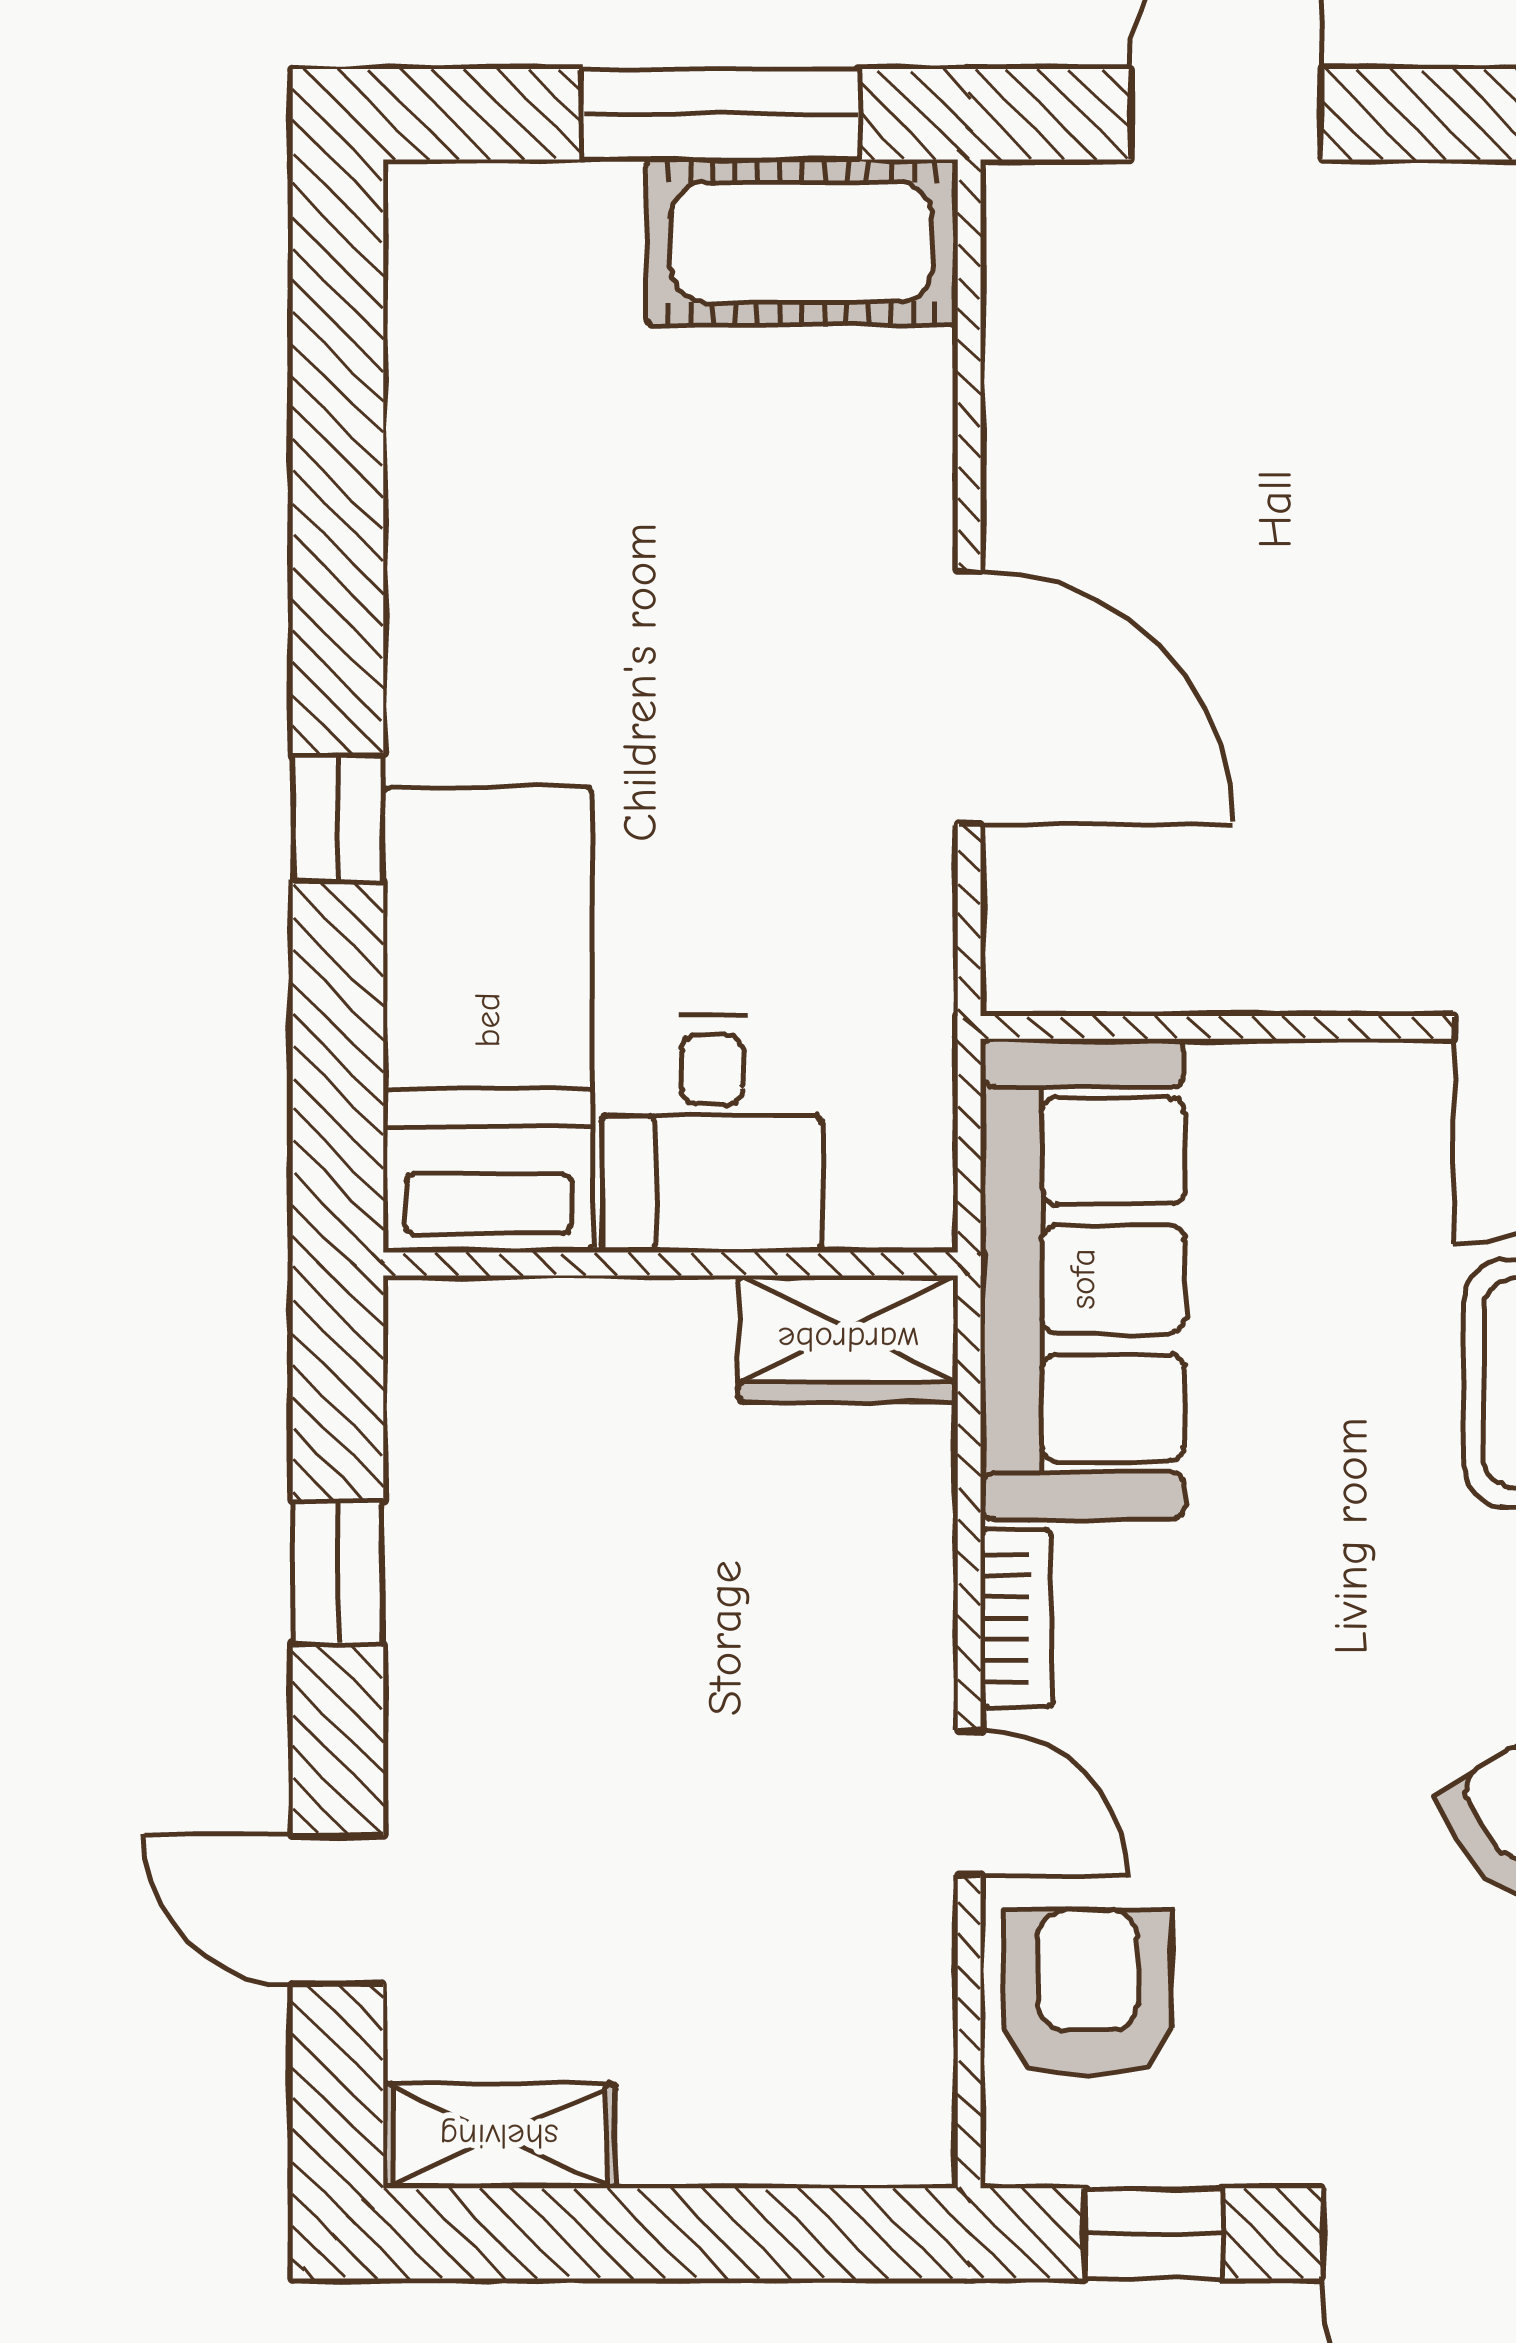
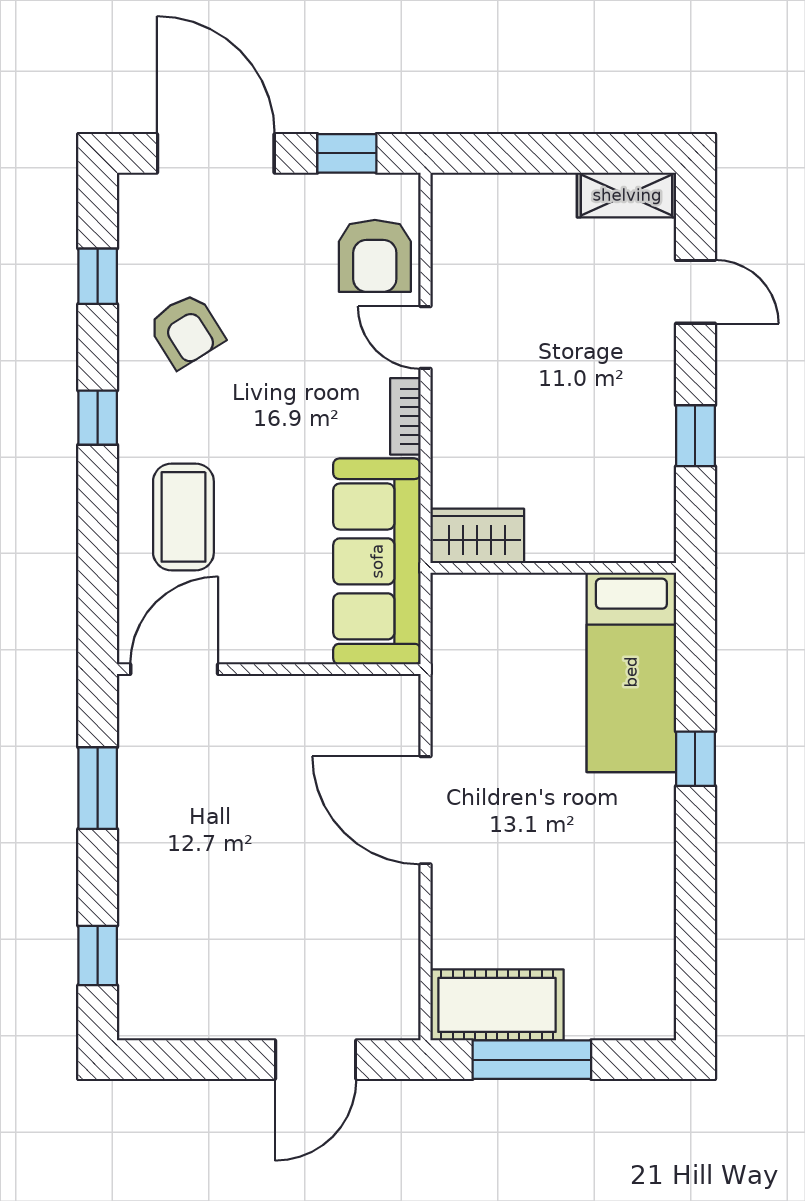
desk: (712, 1134) -> (536, 624), removed

